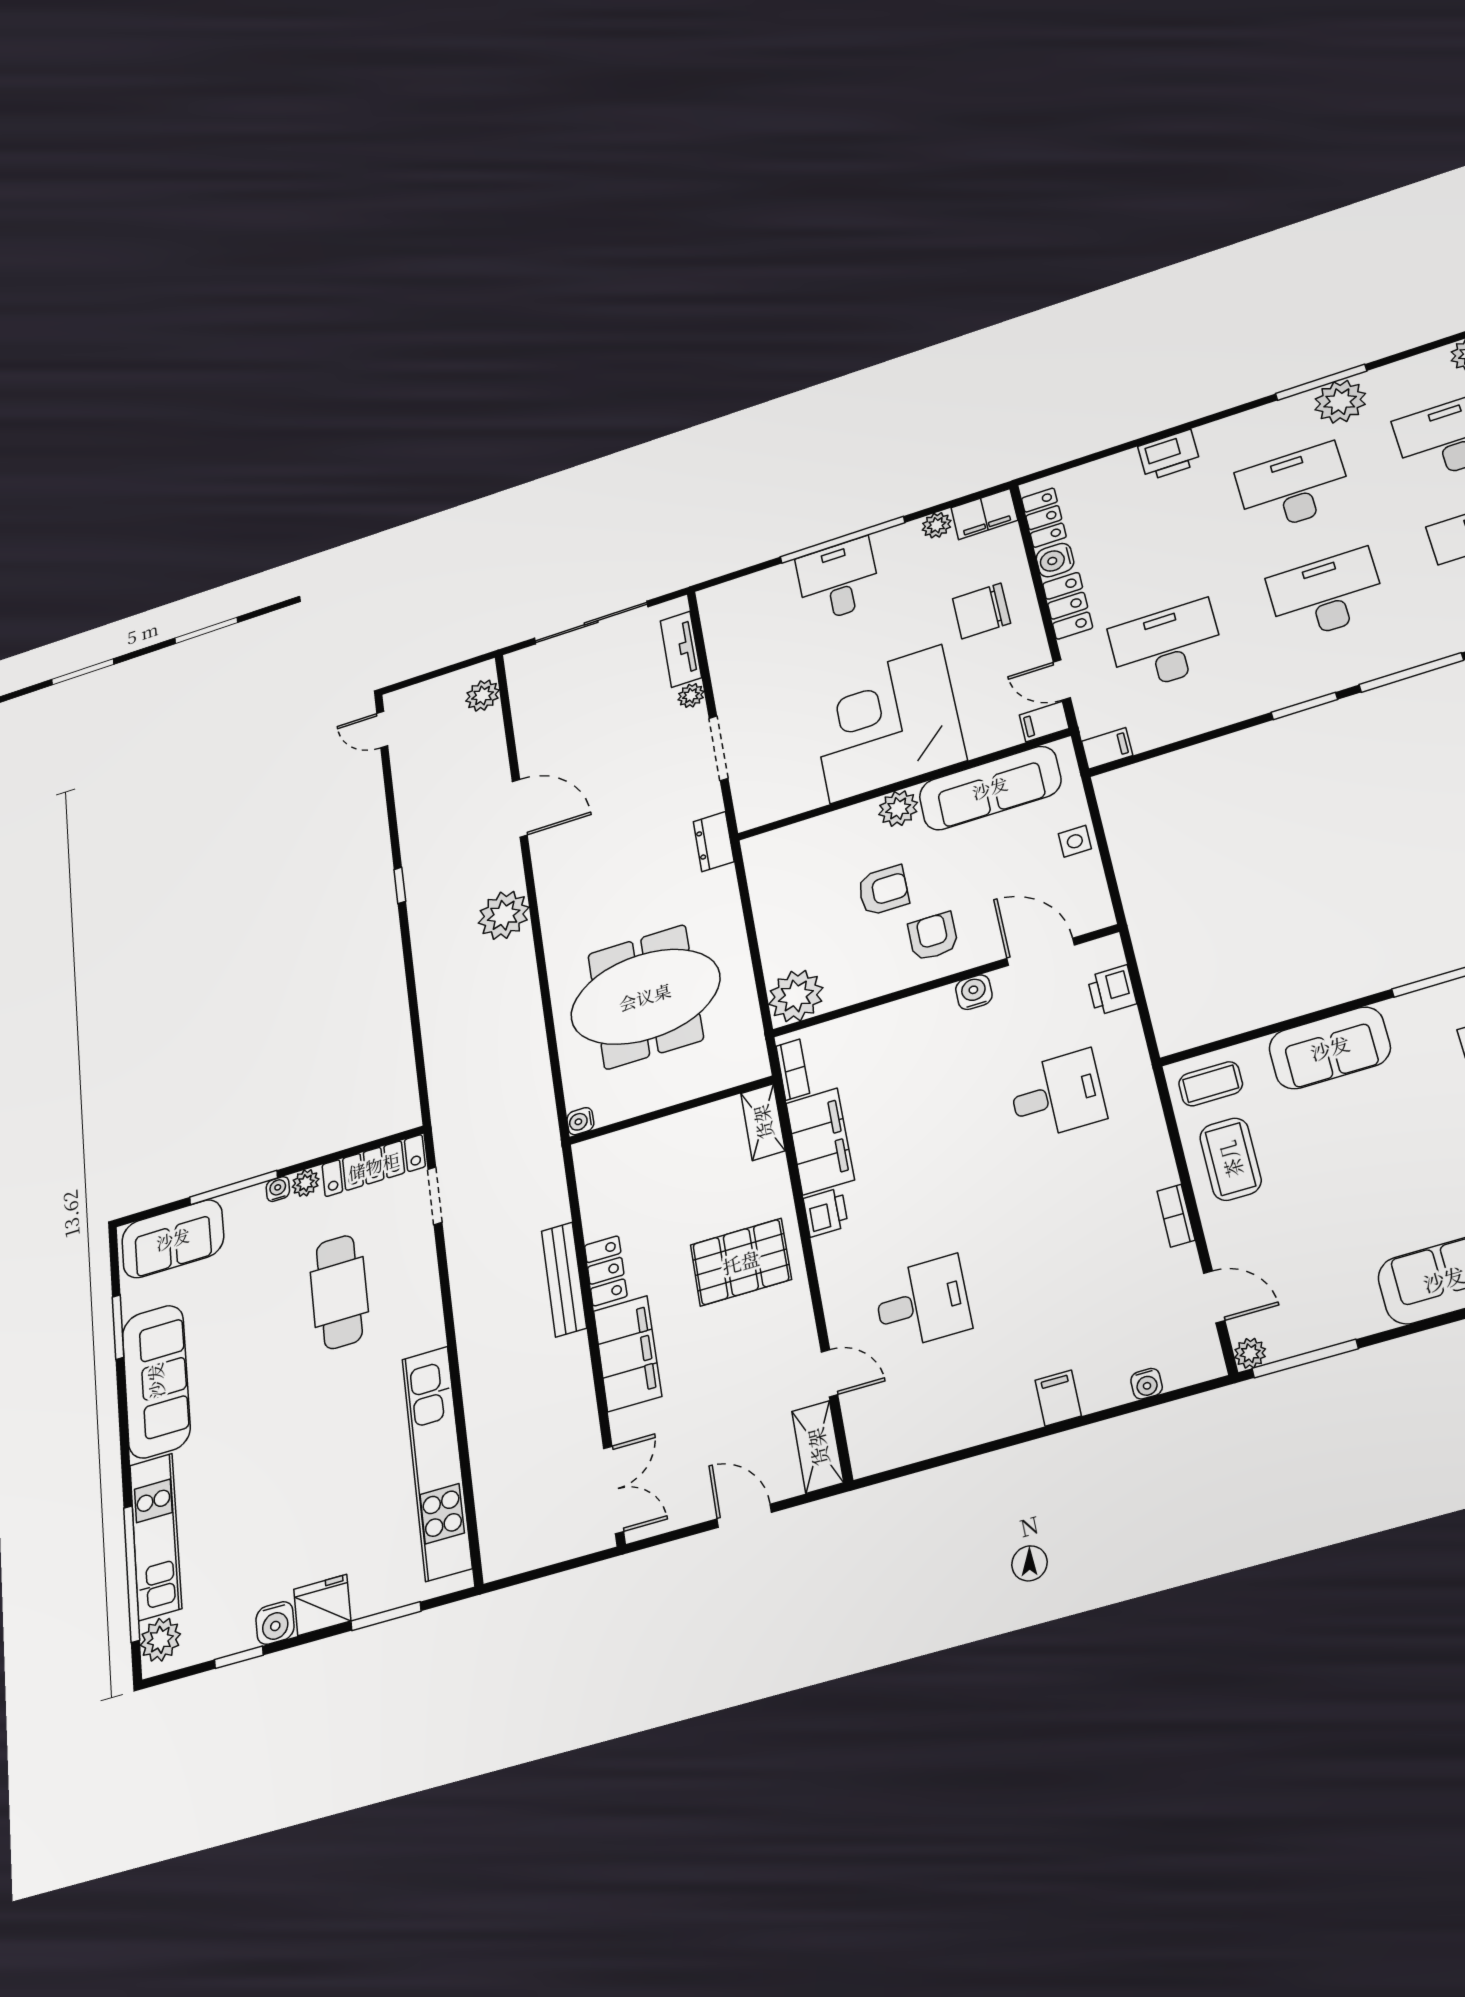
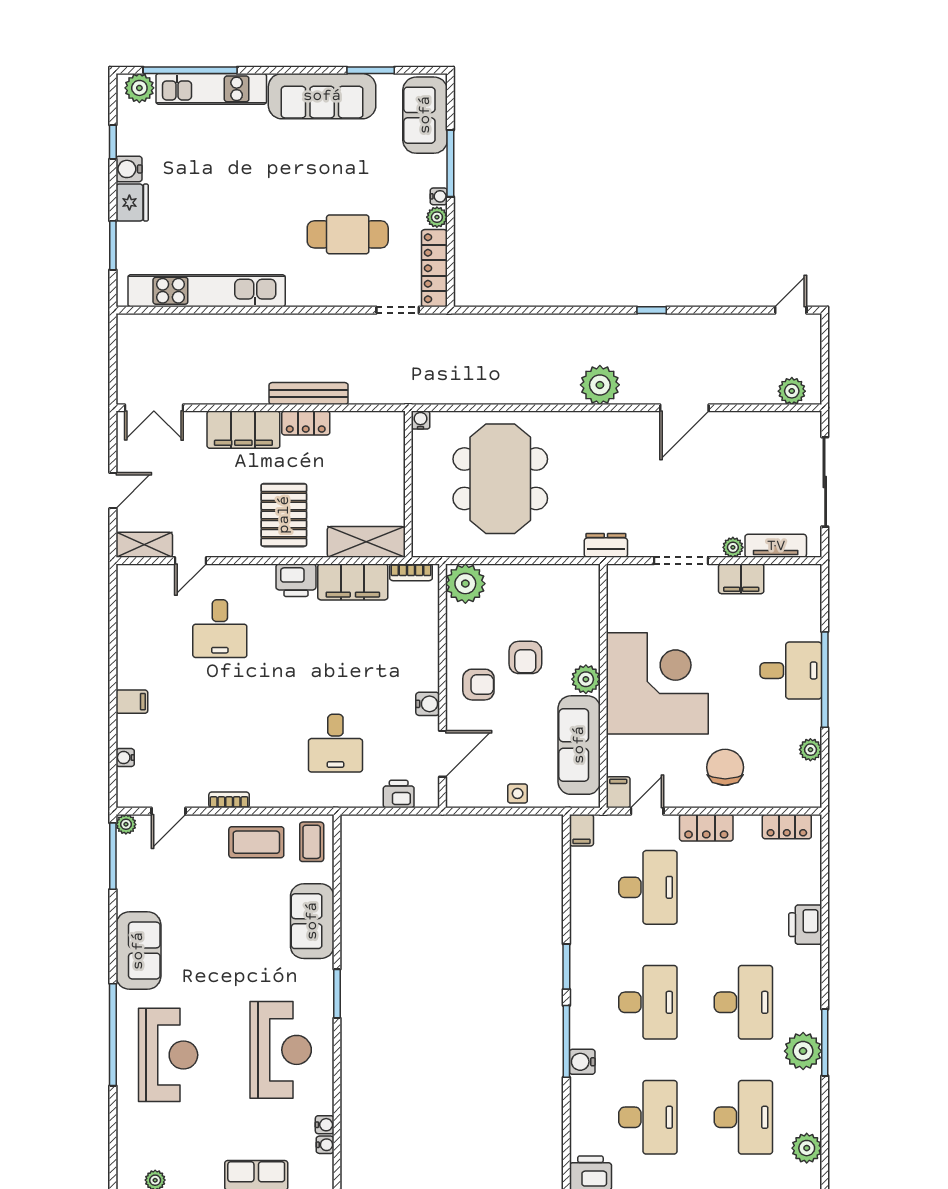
filing cabinet: (984, 514) -> (741, 579), moved, turned -90
water cooler: (1055, 560) -> (582, 1062), moved, turned -90
shelving: (763, 1122) -> (366, 542), width x1.50, depth x1.33
printer: (826, 1212) -> (296, 580), width x1.36, depth x1.24

